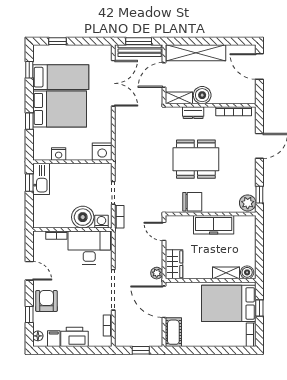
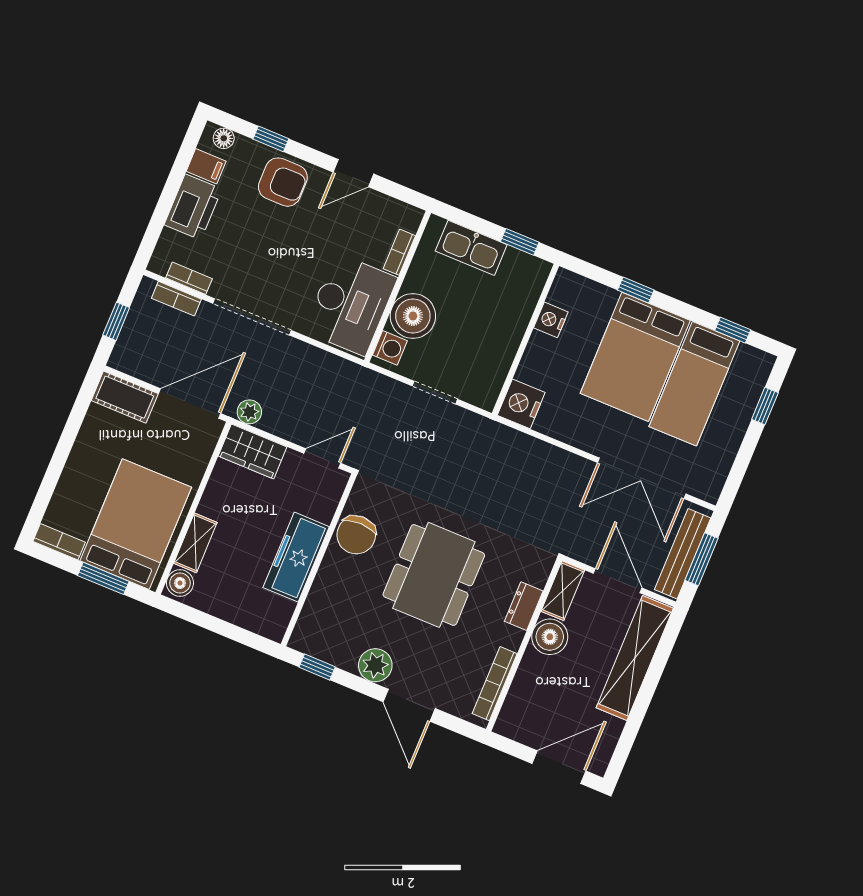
kitchen sink: (41, 179) -> (471, 248), moved
plant: (248, 203) -> (375, 665), moved
bookcase: (119, 217) -> (176, 299), moved
window: (259, 308) -> (103, 578), width x1.50

